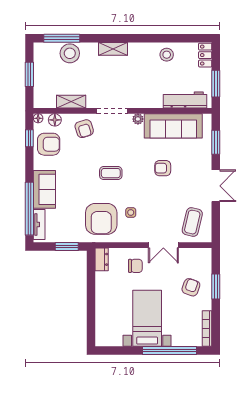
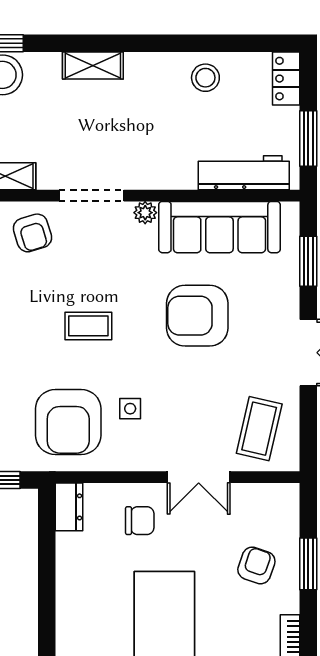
armchair: (163, 168) -> (197, 316), width x1.88, depth x1.88

